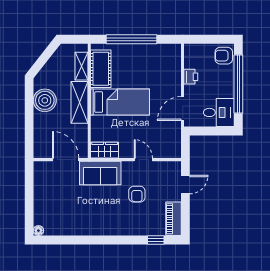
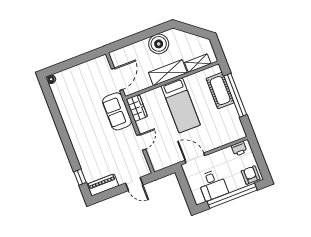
cot: (101, 69) -> (220, 91), moved, turned 90
printer: (191, 77) -> (239, 149), moved
desk: (219, 112) -> (213, 185), moved
armchair: (137, 194) -> (111, 148), removed

